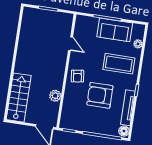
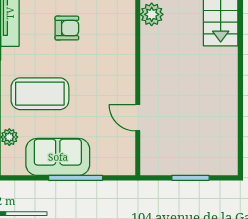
armchair: (77, 76) -> (115, 58), removed
armchair: (100, 95) -> (67, 28), width x0.53, depth x0.53

